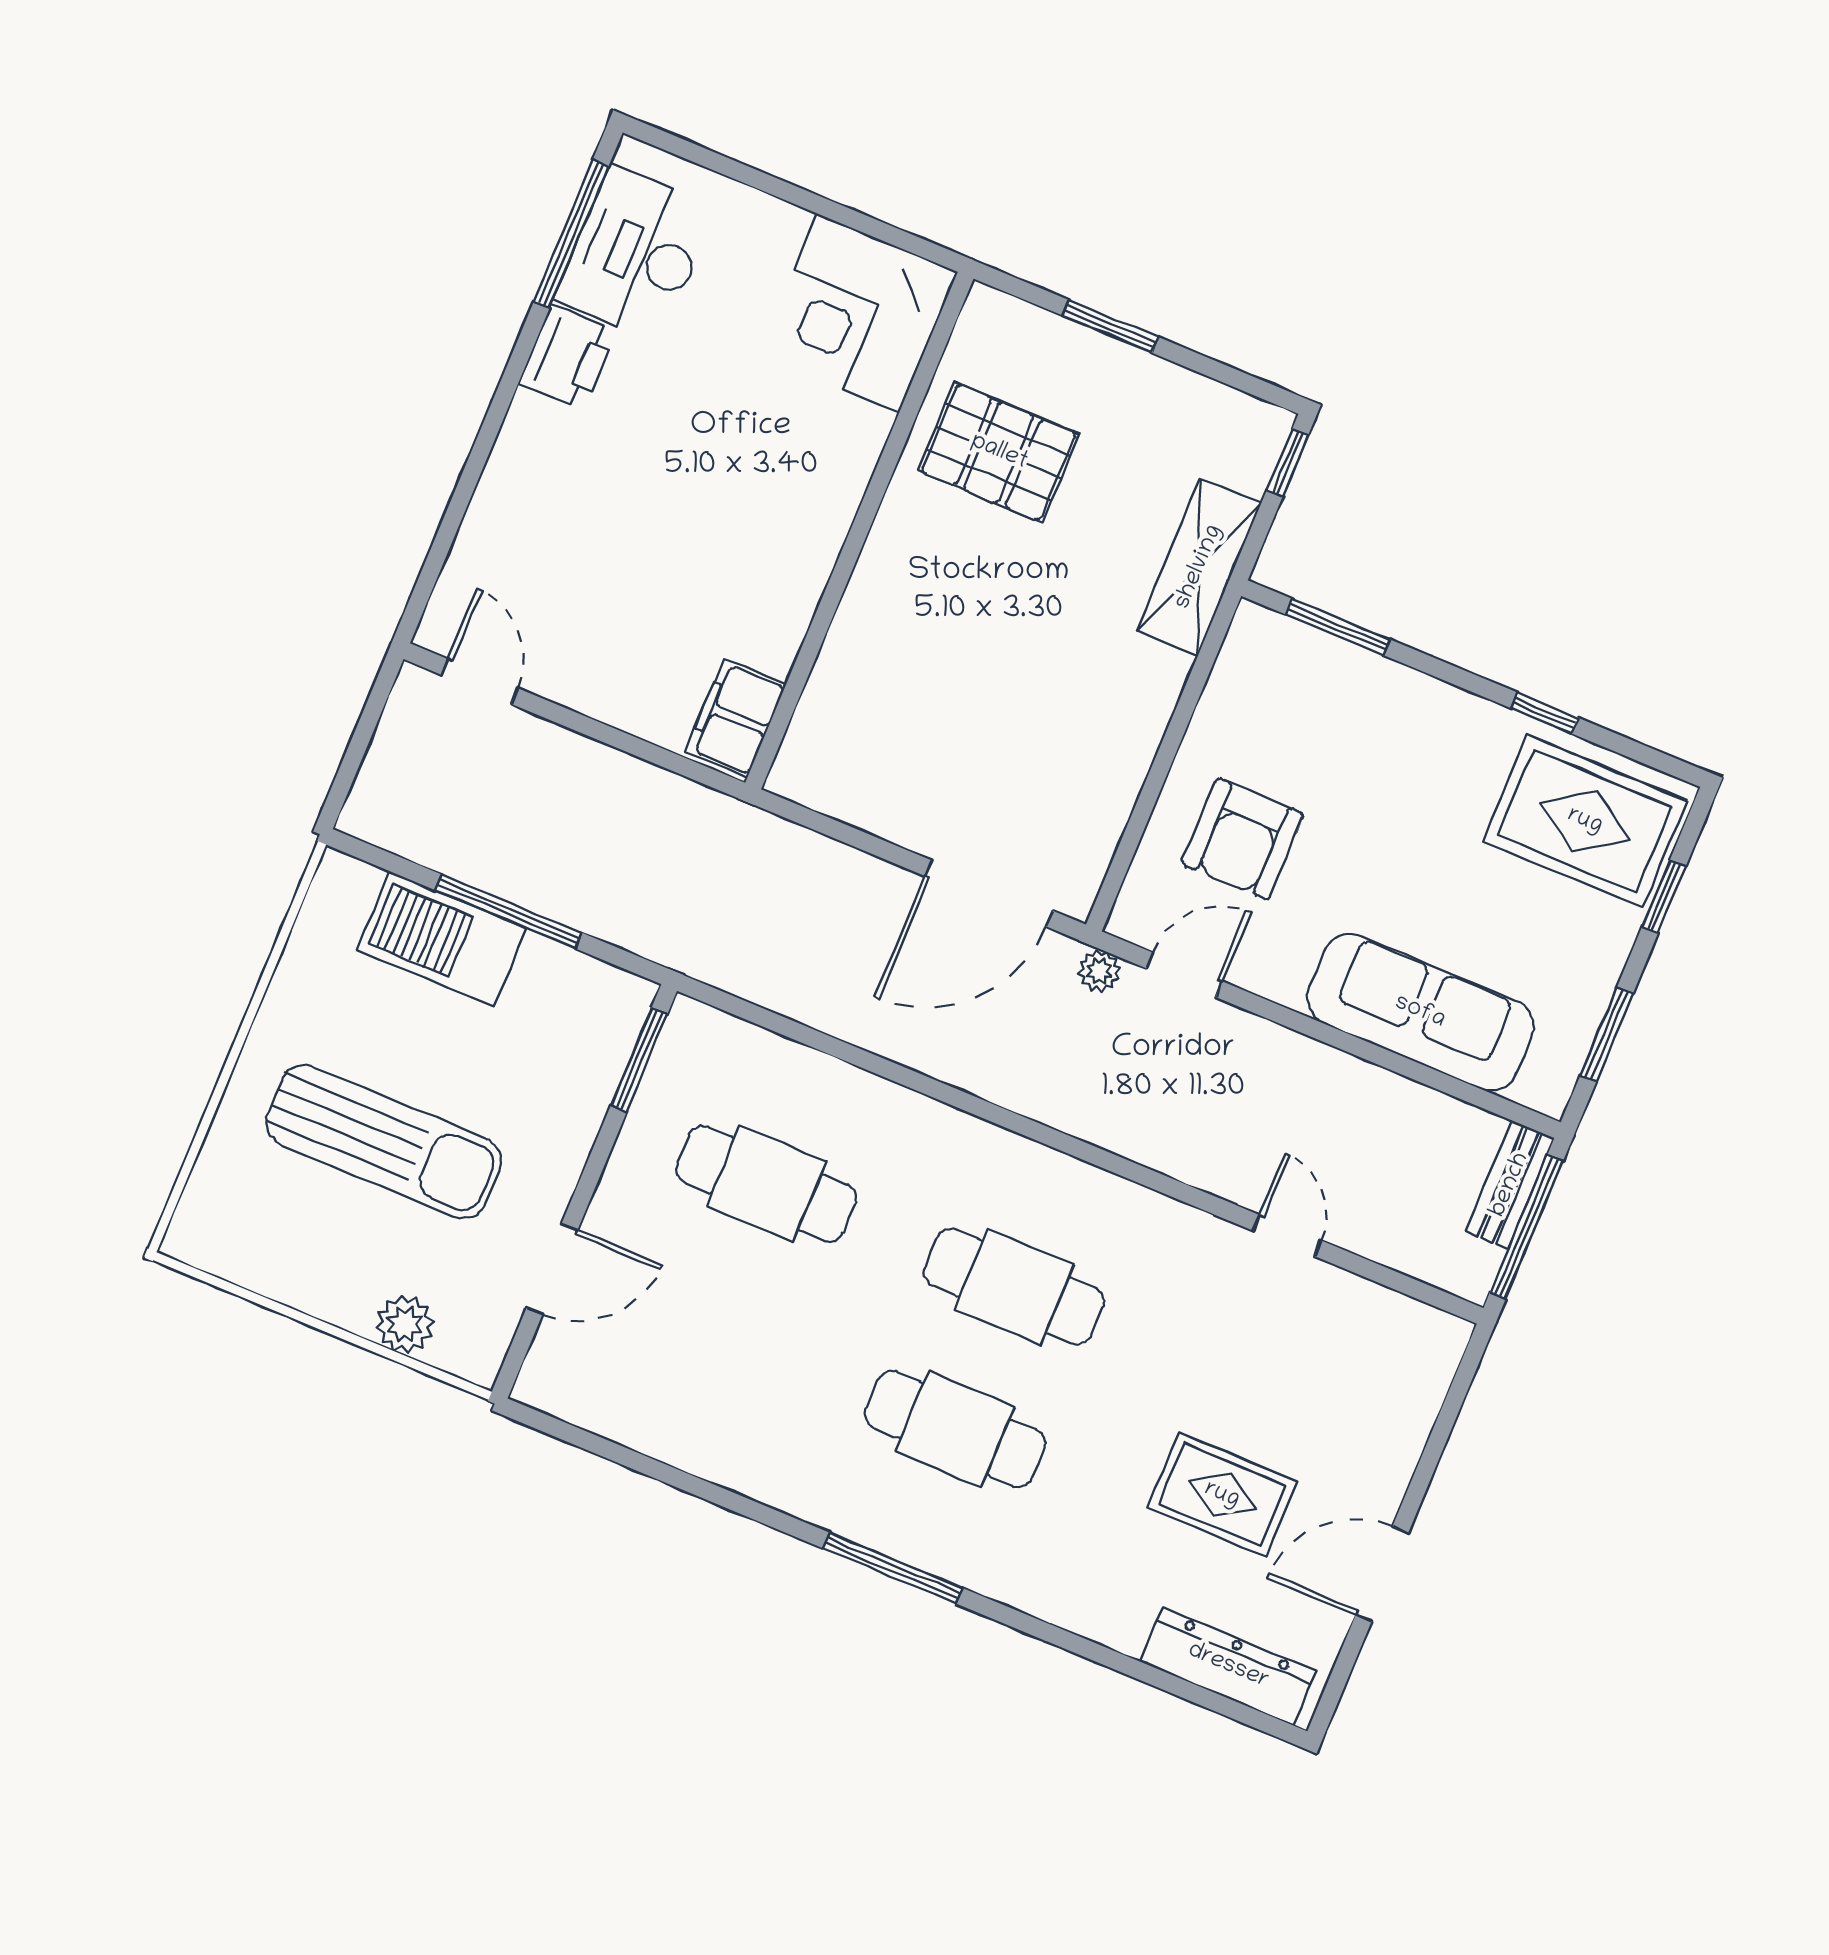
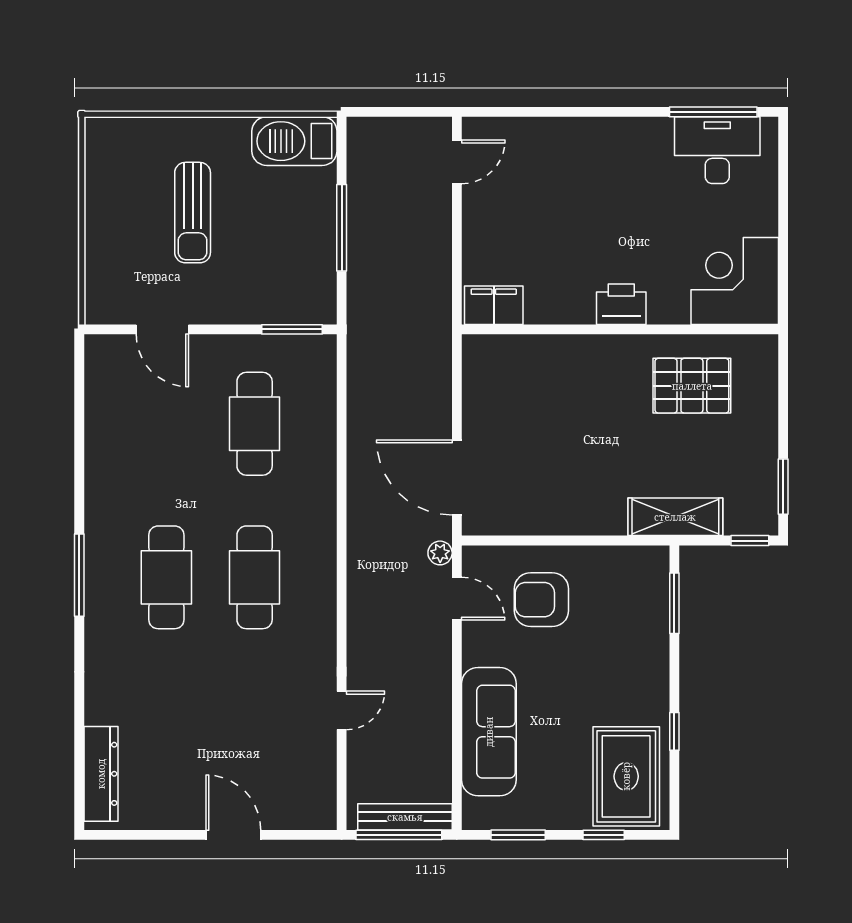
window: (1110, 326) -> (783, 487), moved
printer: (567, 357) -> (621, 304), moved, turned 180
pallet: (999, 452) -> (692, 386), turned 90
barbecue: (442, 939) -> (294, 141), moved, turned -90
sun lounger: (384, 1142) -> (193, 213), width x0.73, depth x0.75
bench: (1510, 1185) -> (405, 817), width x1.36
plant: (405, 1324) -> (101, 264), removed
rug: (1222, 1495) -> (191, 733), removed
door: (1382, 1574) -> (233, 835), moved

